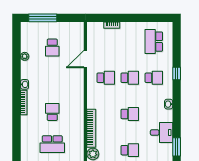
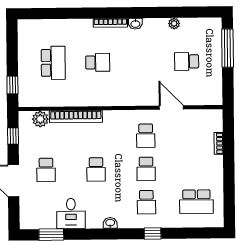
school desk: (154, 42) -> (196, 202), turned 180
school desk: (52, 144) -> (53, 63), turned 180

